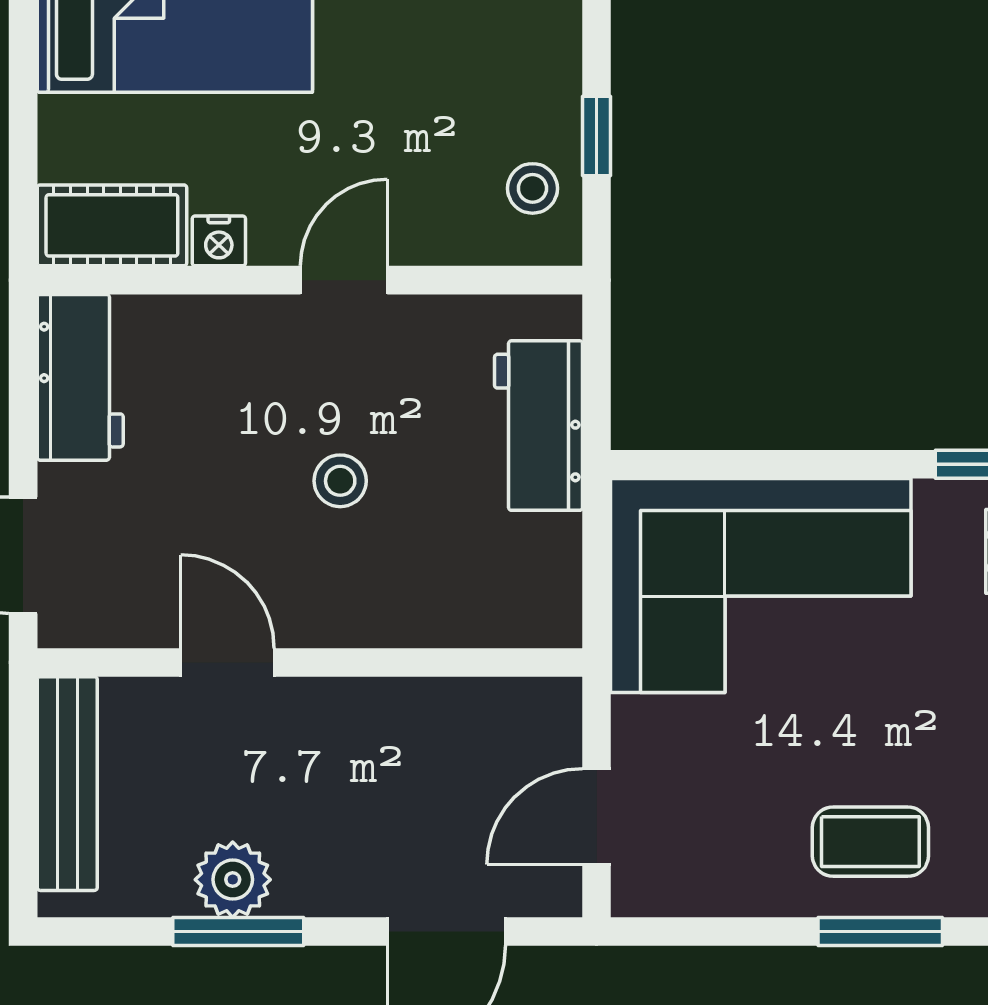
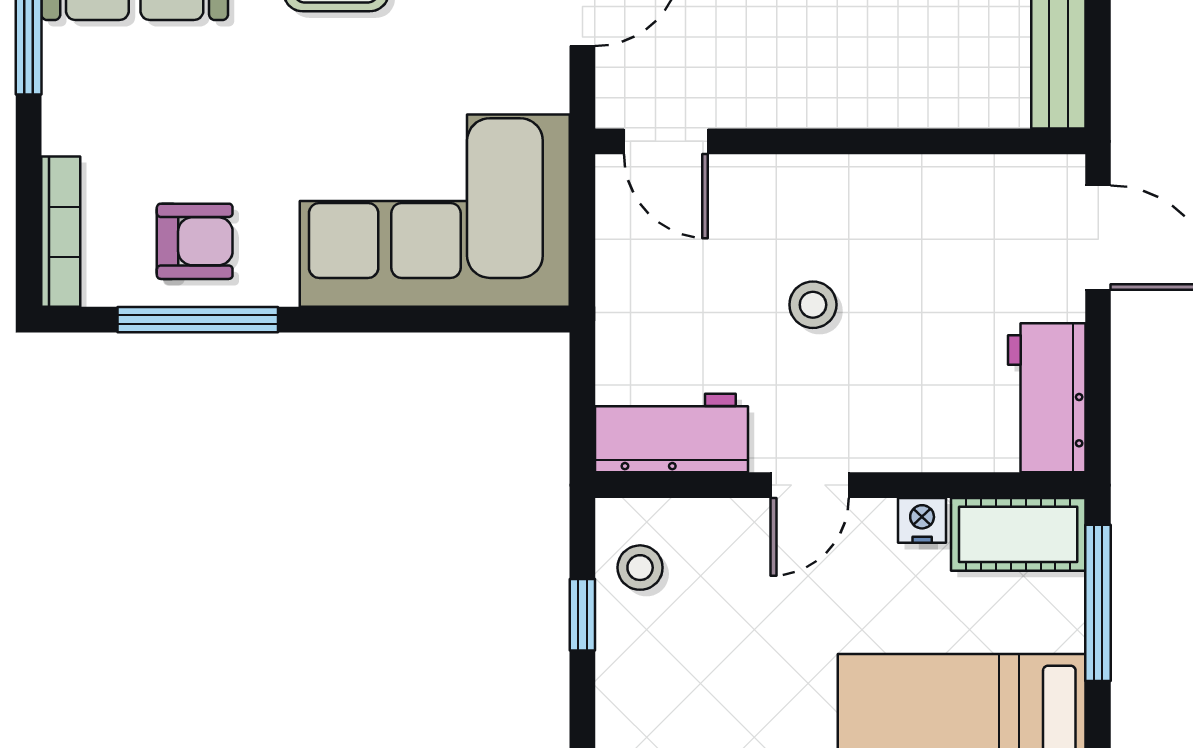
window: (23, 149) -> (1098, 603), added
workbench: (539, 426) -> (672, 433), moved, turned -90
door: (227, 662) -> (666, 141), moved

